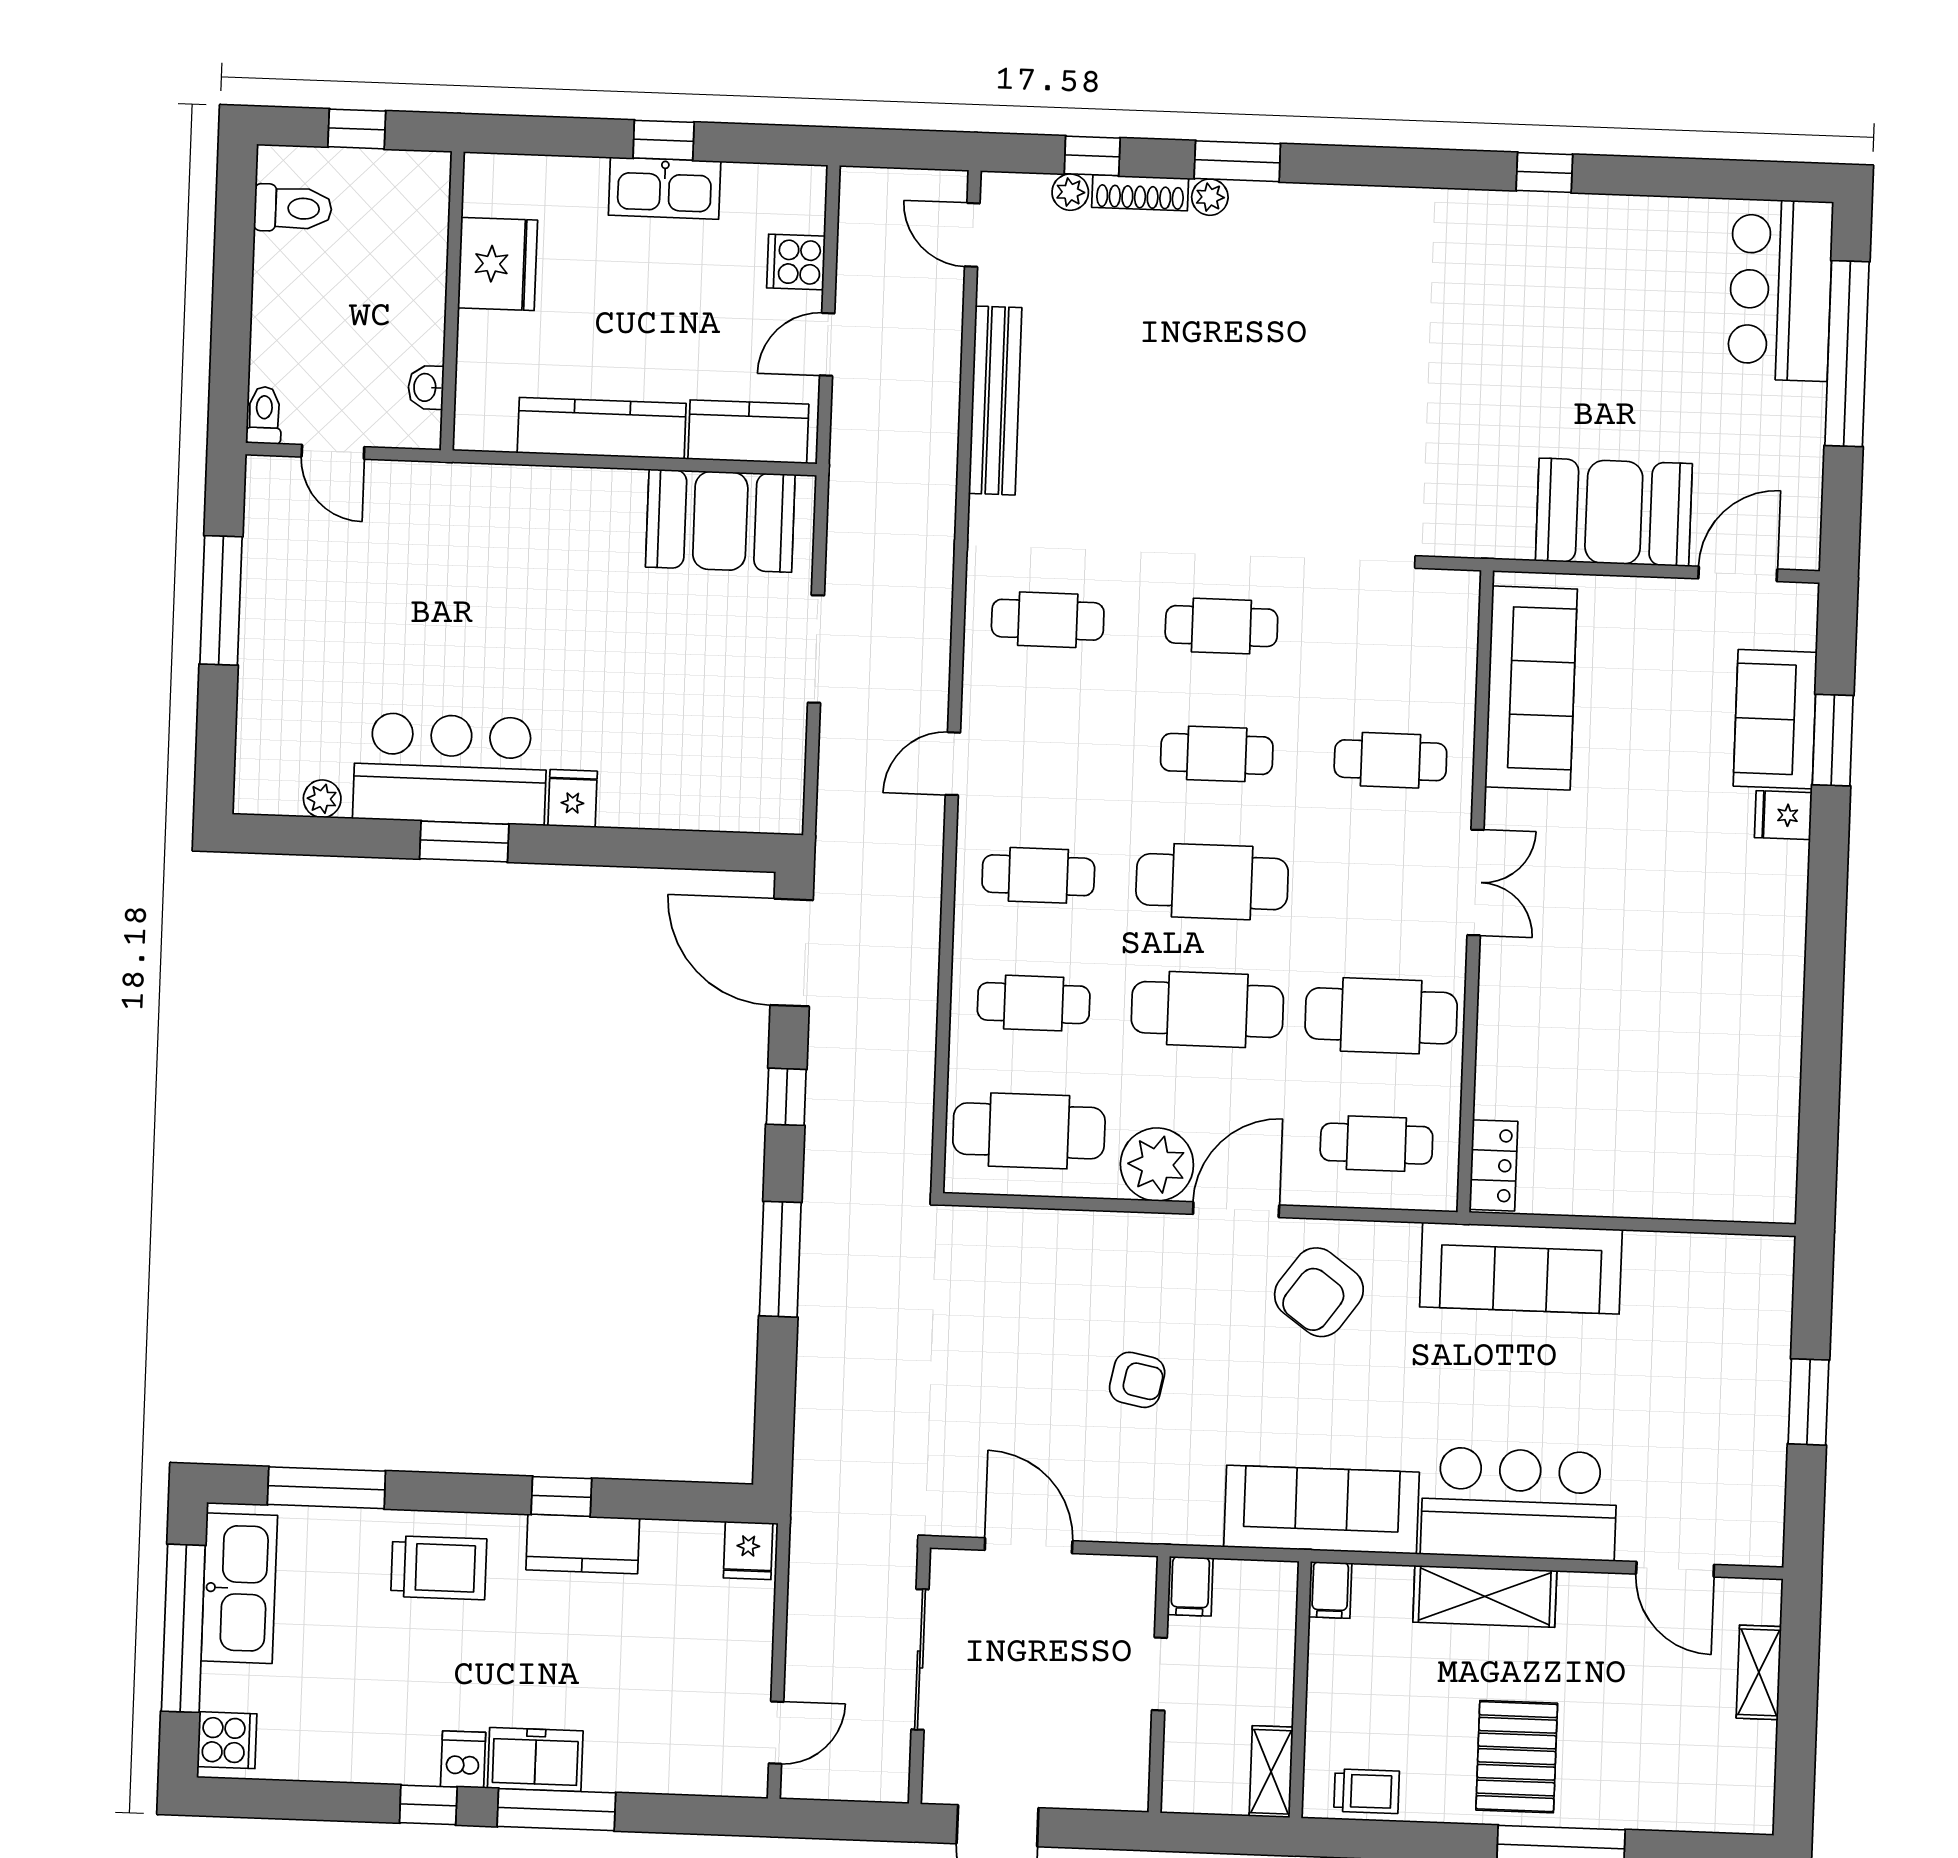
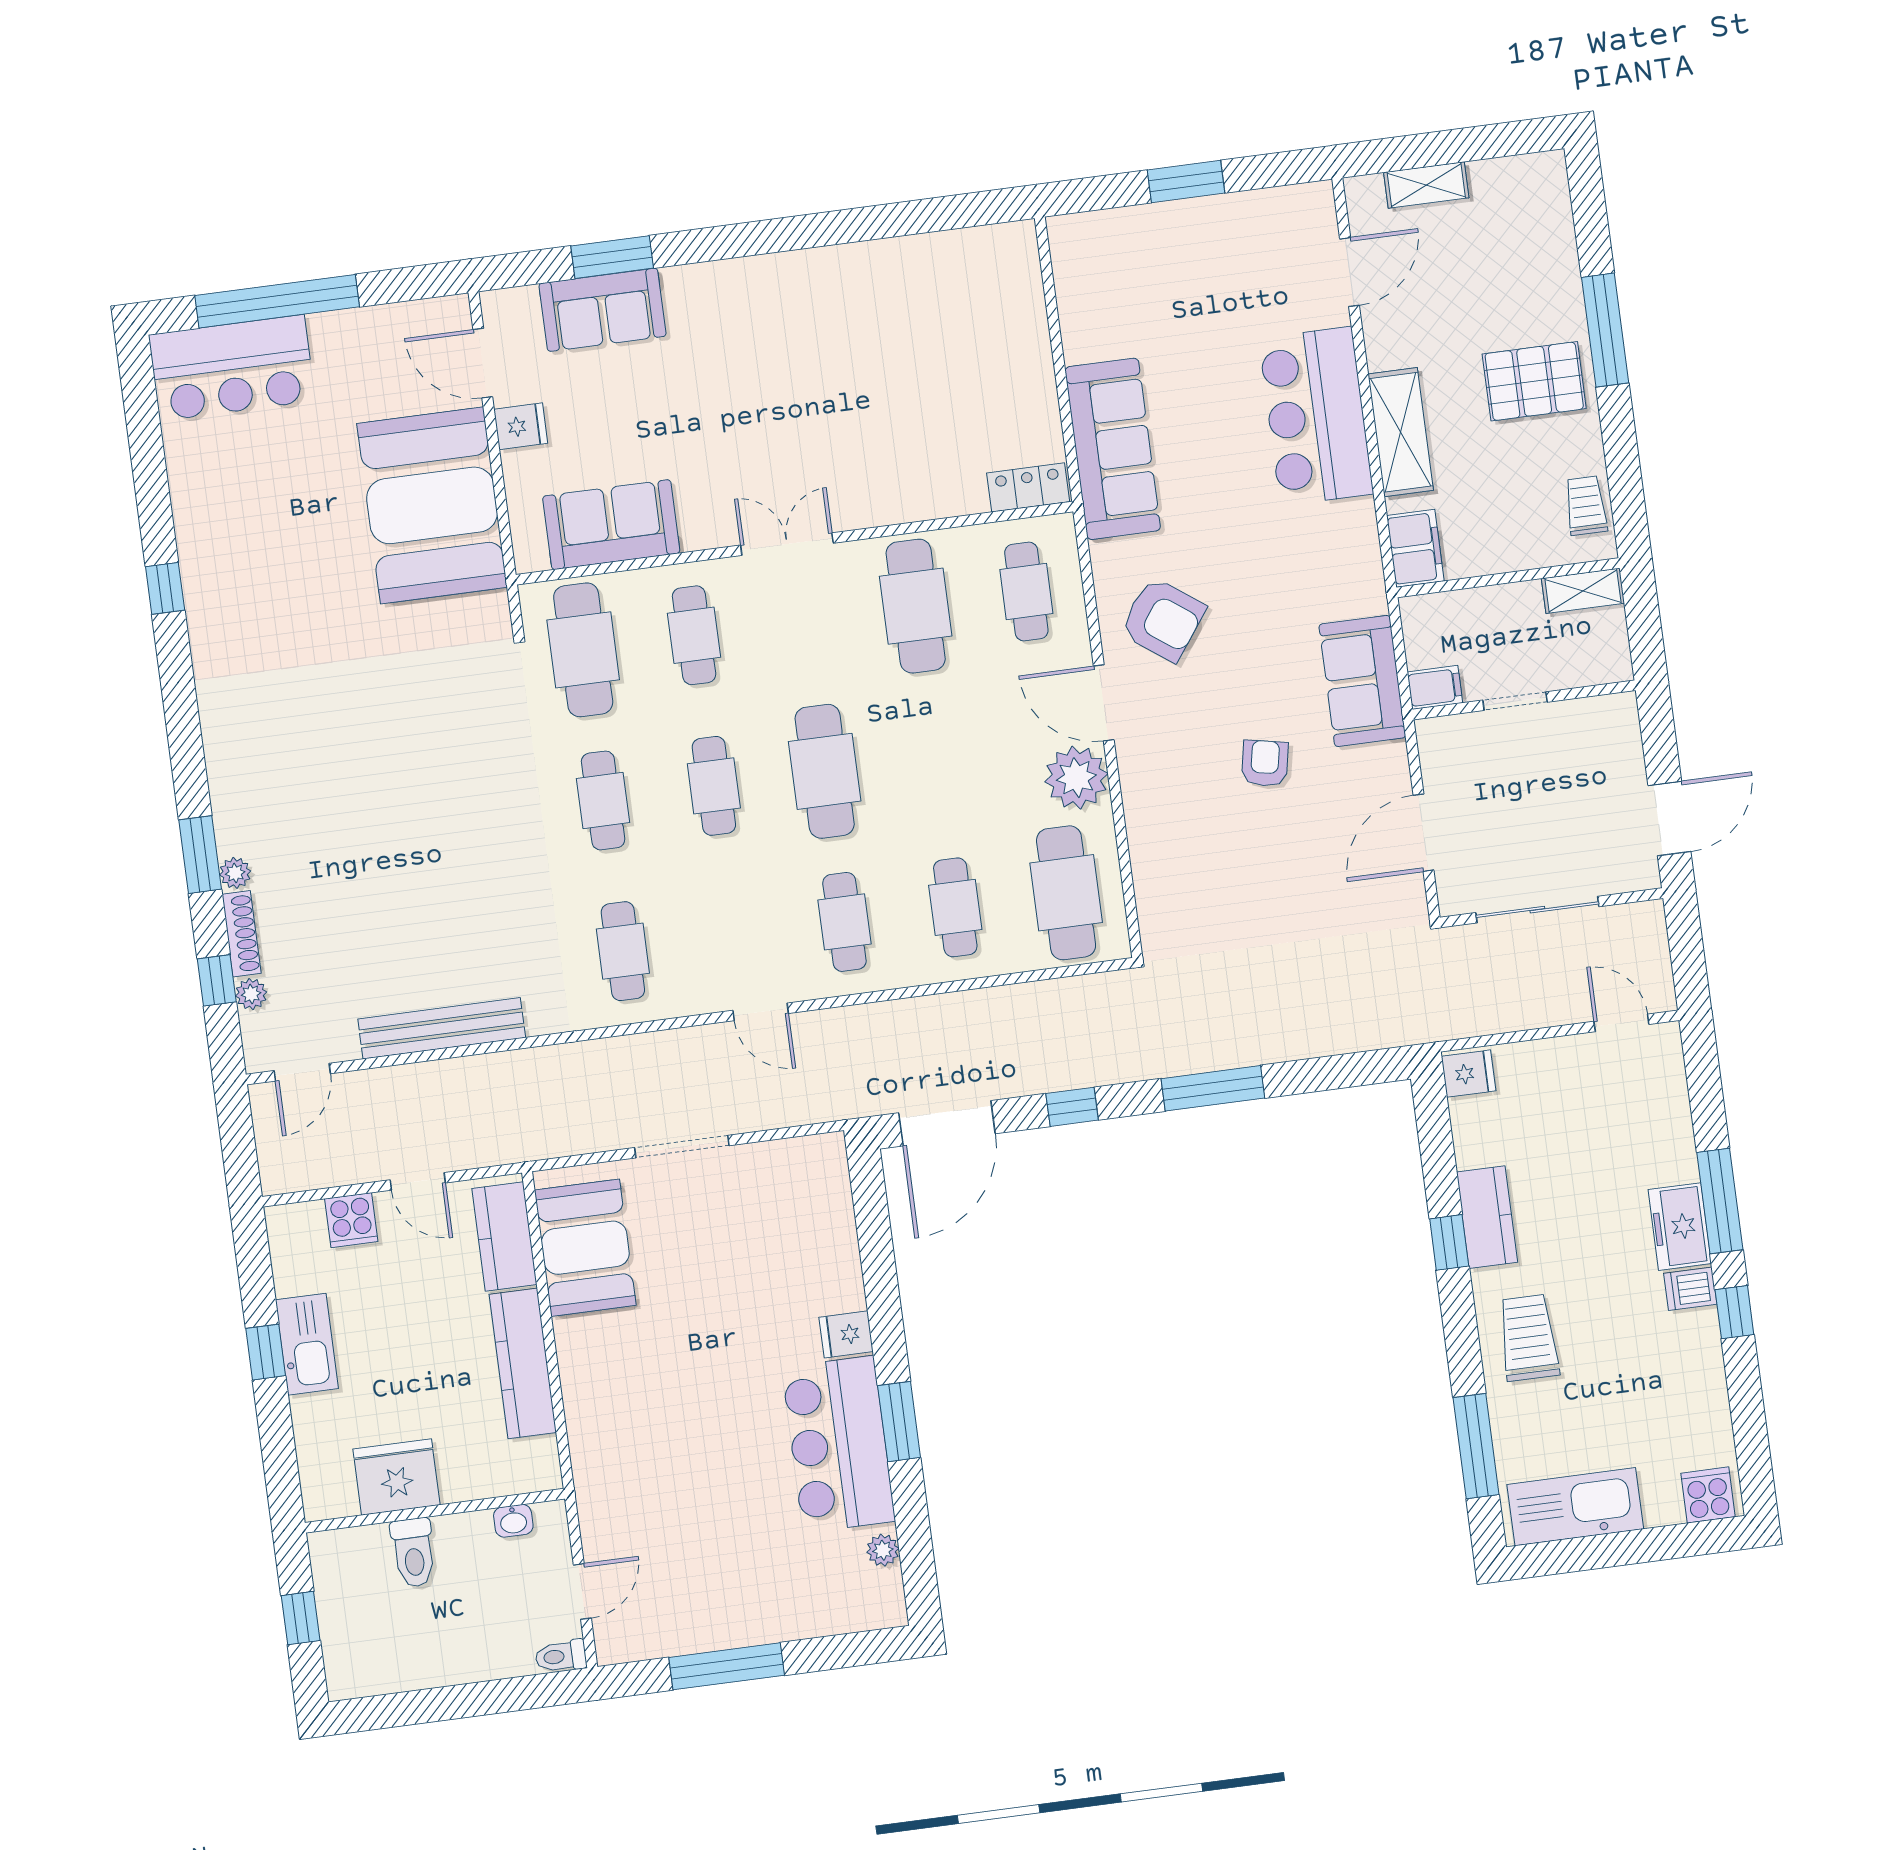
toilet: (293, 208) -> (413, 1553), moved, turned 180
booth: (1614, 512) -> (432, 505), width x1.36, depth x1.42
sofa: (1531, 688) -> (611, 525), width x0.73
fridge: (1783, 815) -> (521, 426), moved, turned -90
cafe table: (1207, 1009) -> (583, 650), moved
sofa: (1321, 1510) -> (1362, 681), moved, width x0.73
filing cabinet: (1330, 1590) -> (1415, 548), width x2.00
window: (183, 1628) -> (1618, 1549), removed

